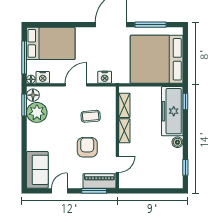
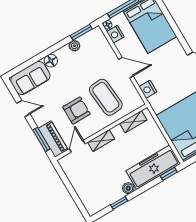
floor lamp: (33, 95) -> (51, 61), moved
plant: (37, 112) -> (74, 46), width x0.53, depth x0.53
coffee table: (91, 116) -> (106, 97), width x1.86, depth x1.72
shelving: (124, 131) -> (101, 141), moved
door: (117, 164) -> (77, 146), swing flipped
window: (185, 167) -> (119, 203), moved

